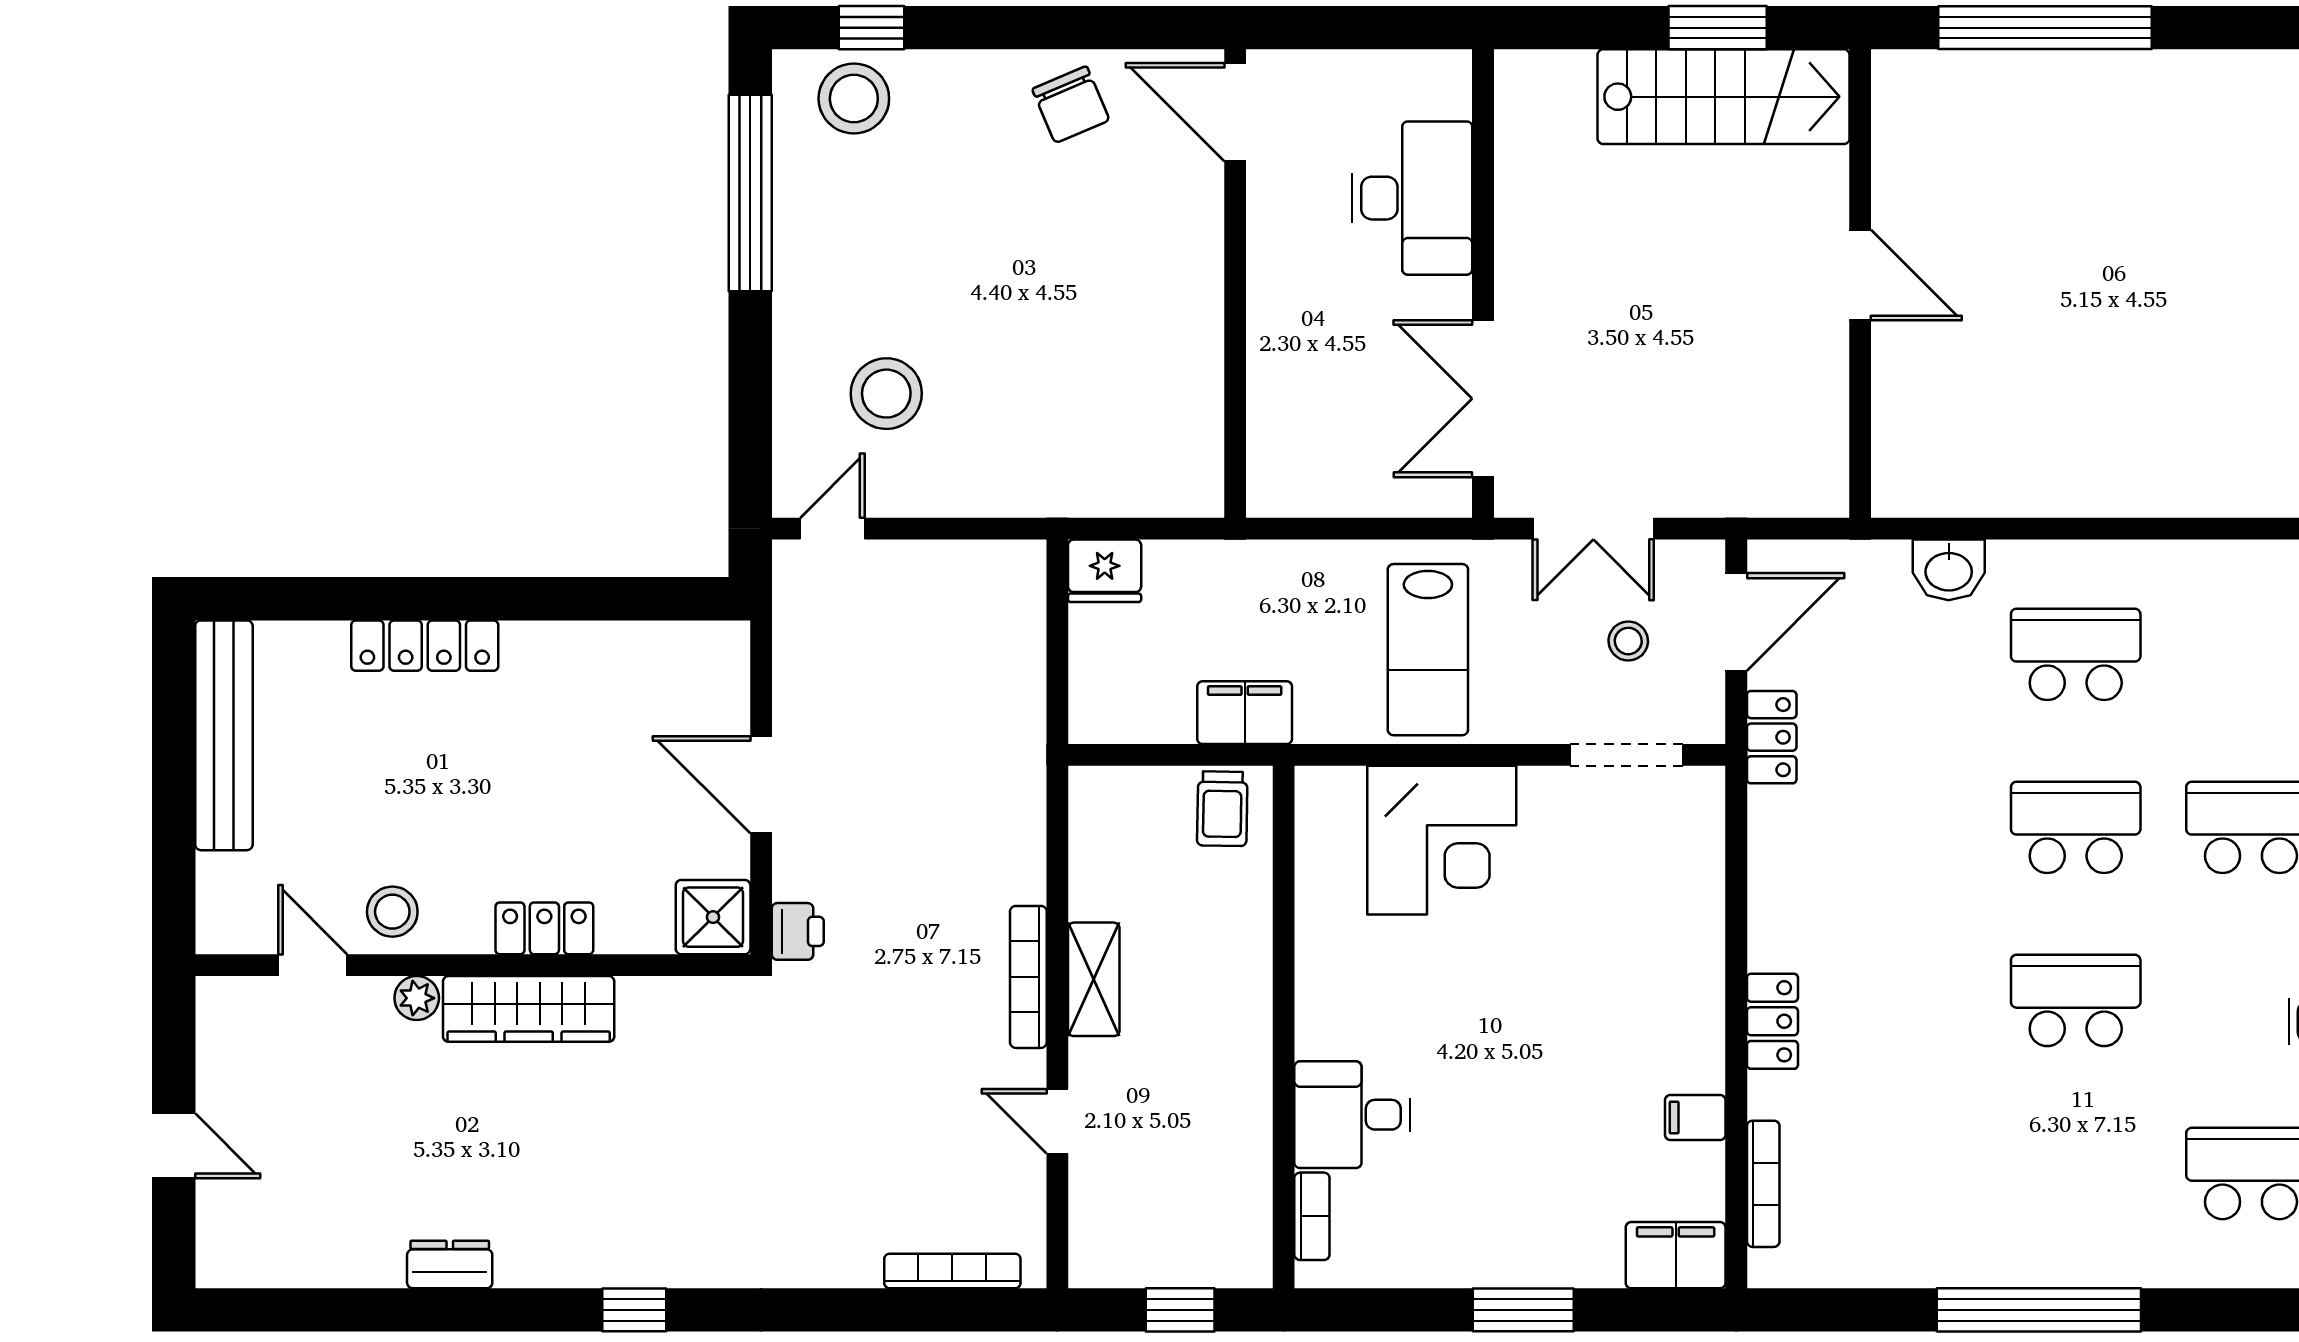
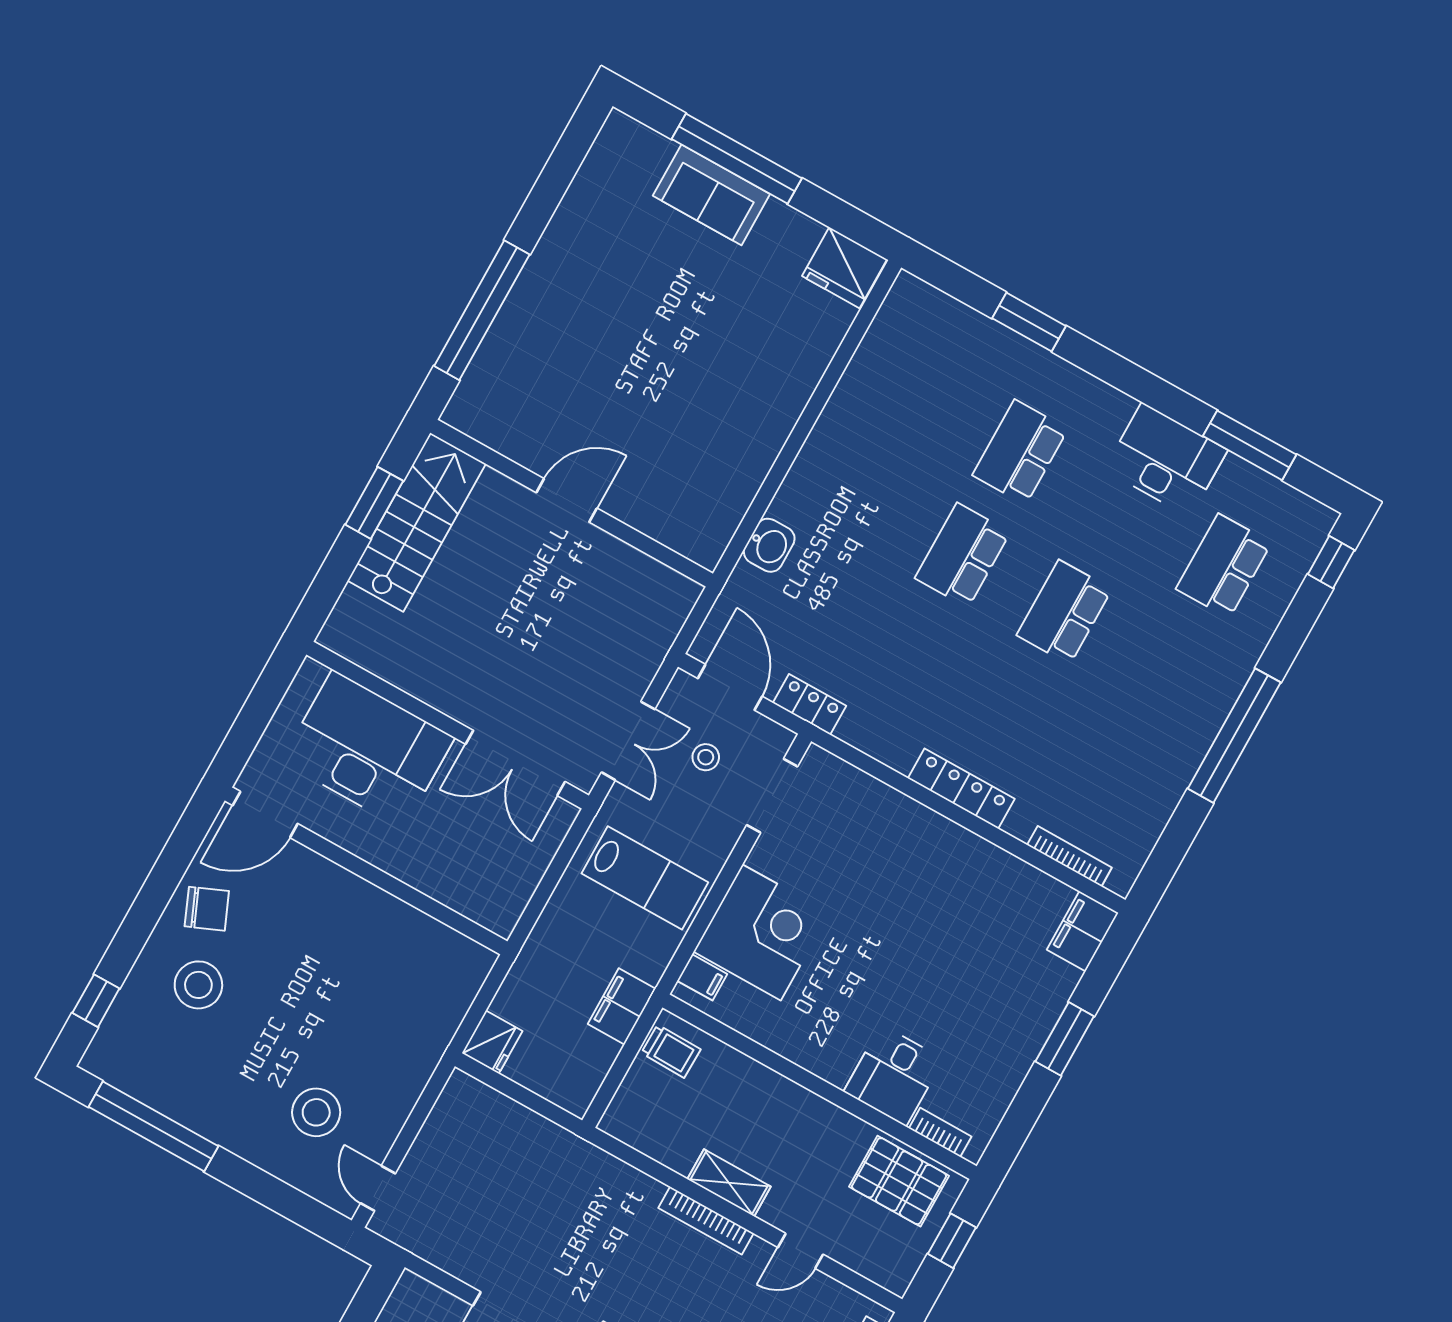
stool: (854, 99) -> (198, 985), moved
desk: (1412, 198) -> (368, 749), width x1.36, depth x1.30
school desk: (2076, 654) -> (861, 498), removed
locker: (1772, 1021) -> (961, 789), width x1.53
filing cabinet: (1695, 1117) -> (702, 977), moved, turned -90
pallet: (1219, 1198) -> (899, 1181), added

